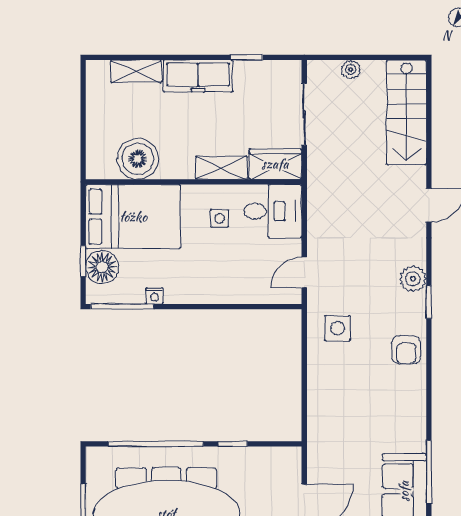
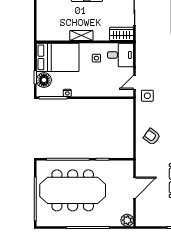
boiler: (138, 159) -> (60, 32), removed
shelving: (221, 168) -> (81, 36), moved
side table: (338, 328) -> (147, 96), moved
armchair: (343, 394) -> (152, 137), added

